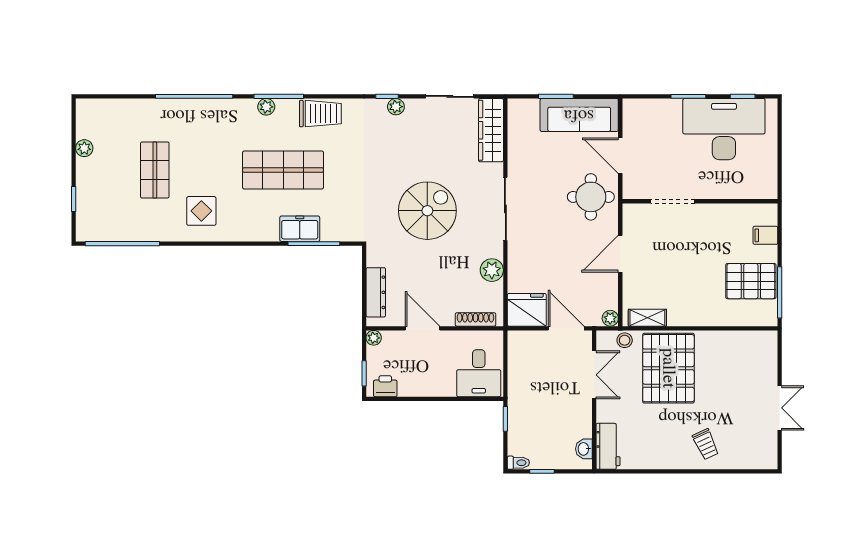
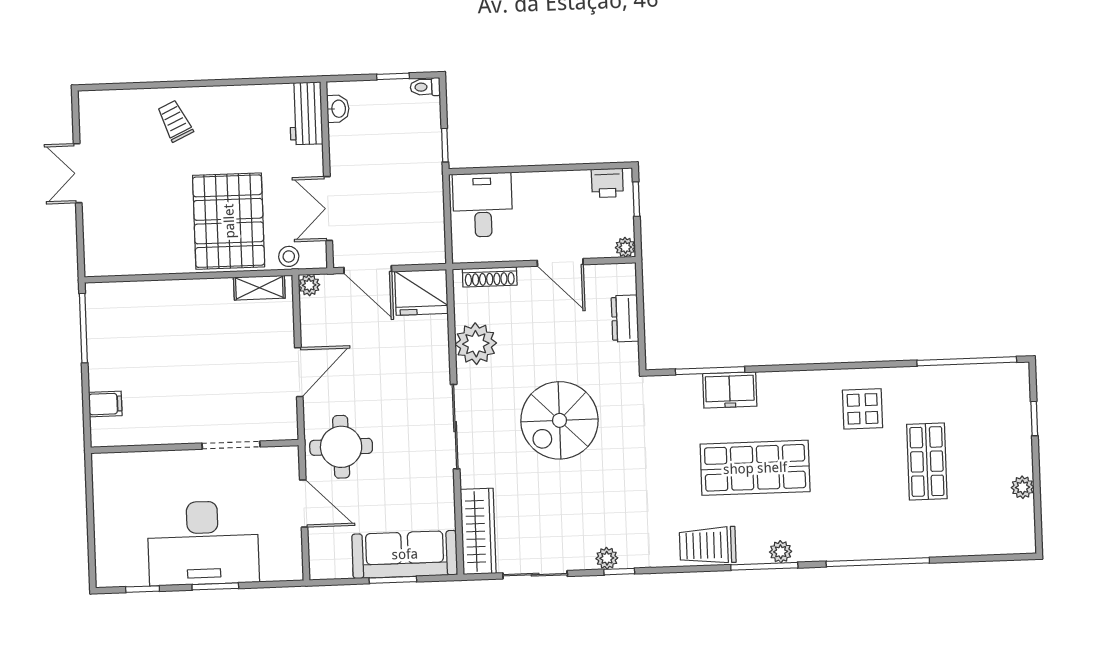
sofa: (579, 115) -> (405, 554), moved
desk: (724, 129) -> (203, 543), moved
plant: (492, 270) -> (476, 344), width x1.36, depth x1.36
pallet: (751, 281) -> (122, 342), removed
dresser: (376, 292) -> (625, 319), width x0.70

